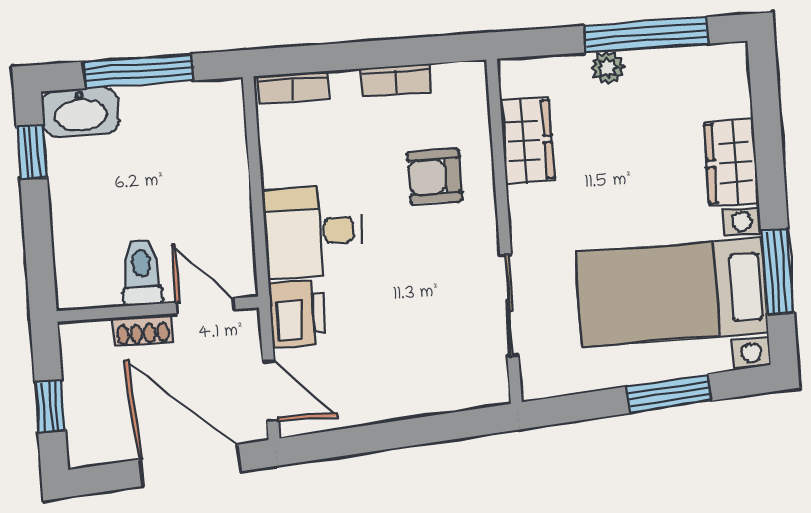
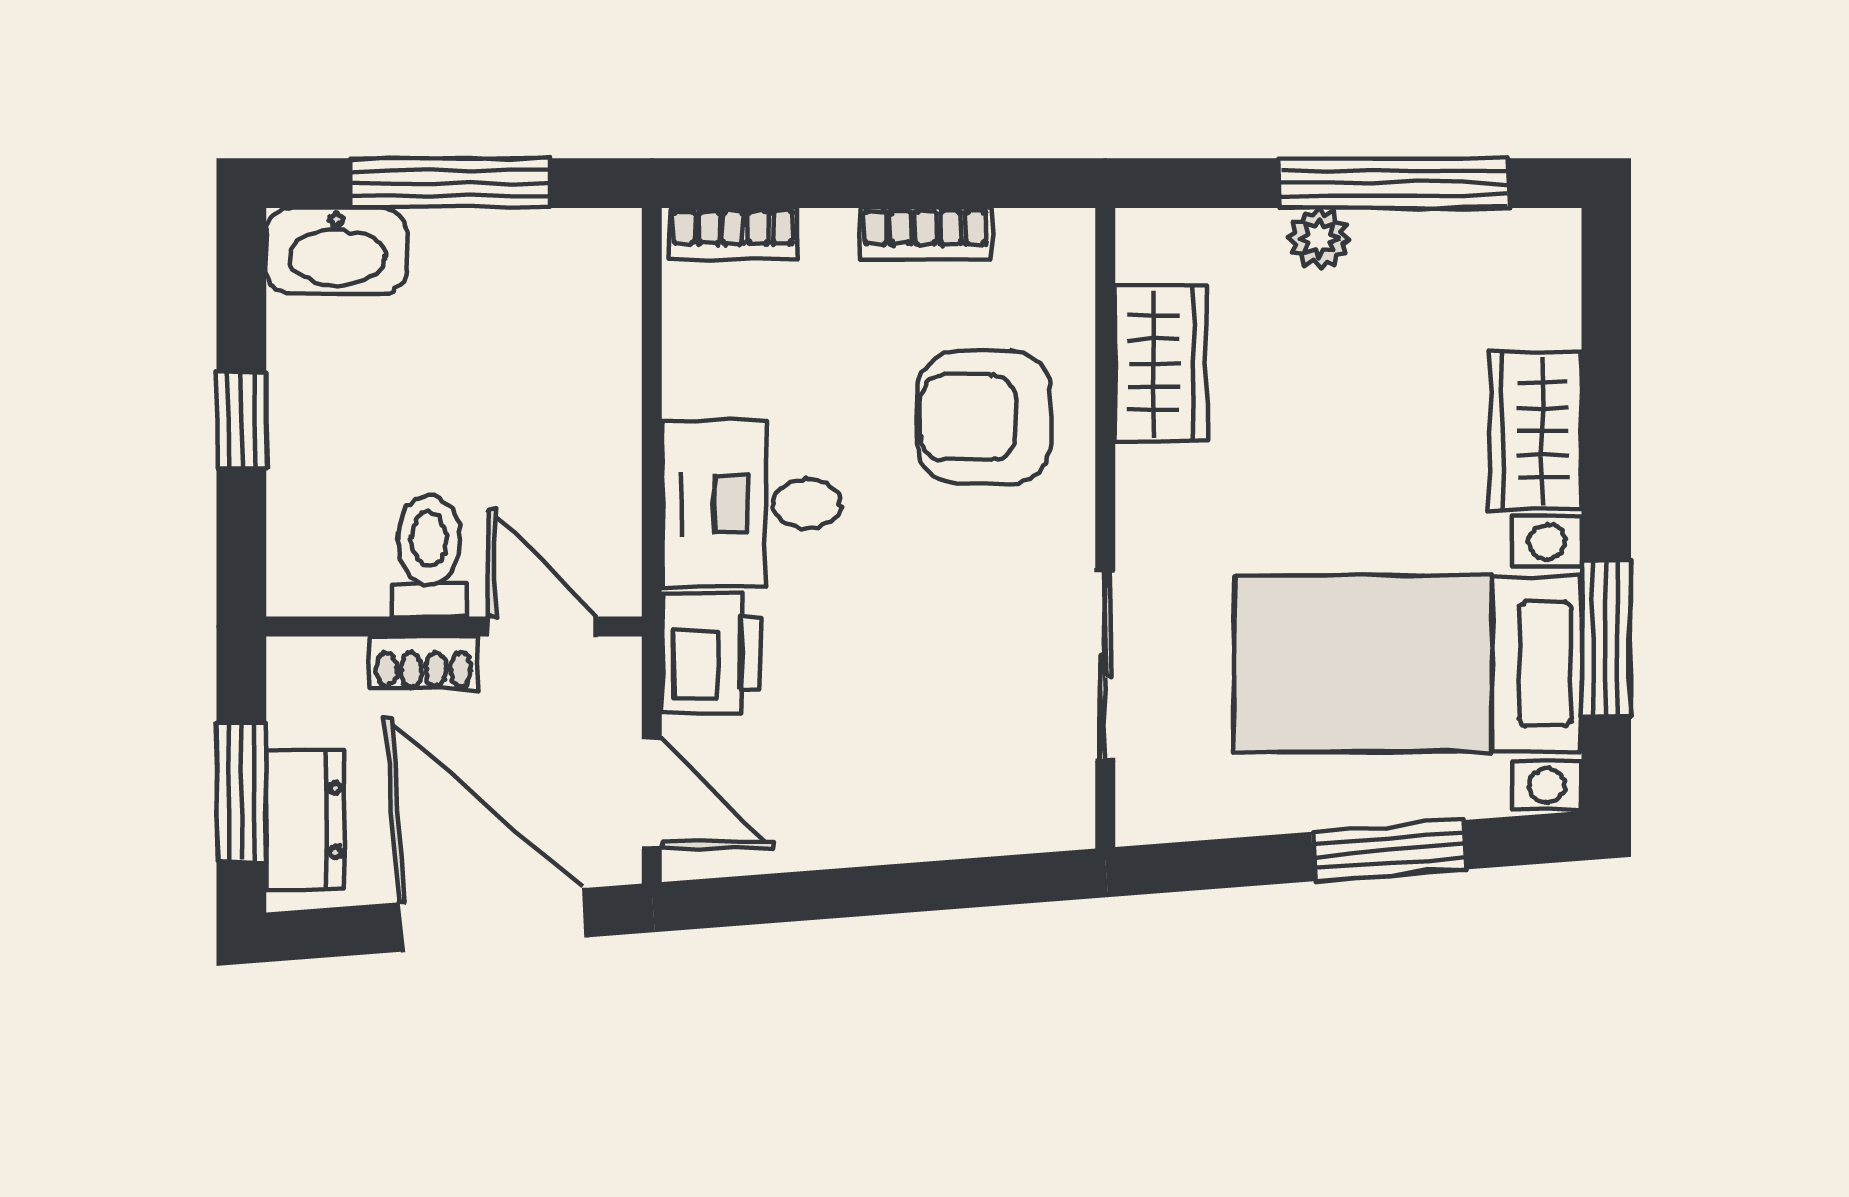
window: (32, 152) -> (241, 420), moved
armchair: (435, 176) -> (984, 417), width x1.38, depth x1.38
window: (50, 406) -> (241, 792), width x1.50
dresser: (85, 419) -> (305, 820), added

